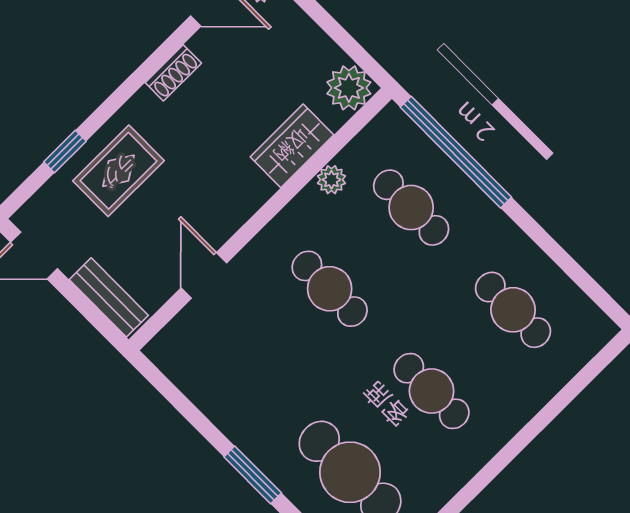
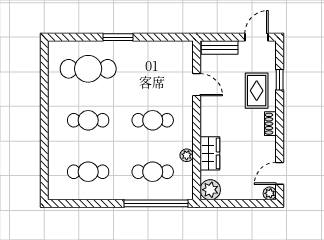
shoe rack: (173, 73) -> (270, 124), moved

